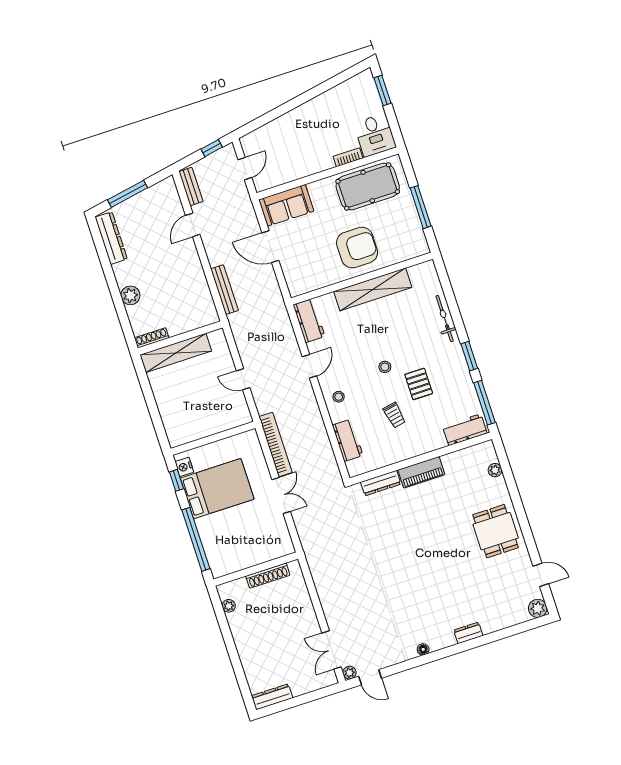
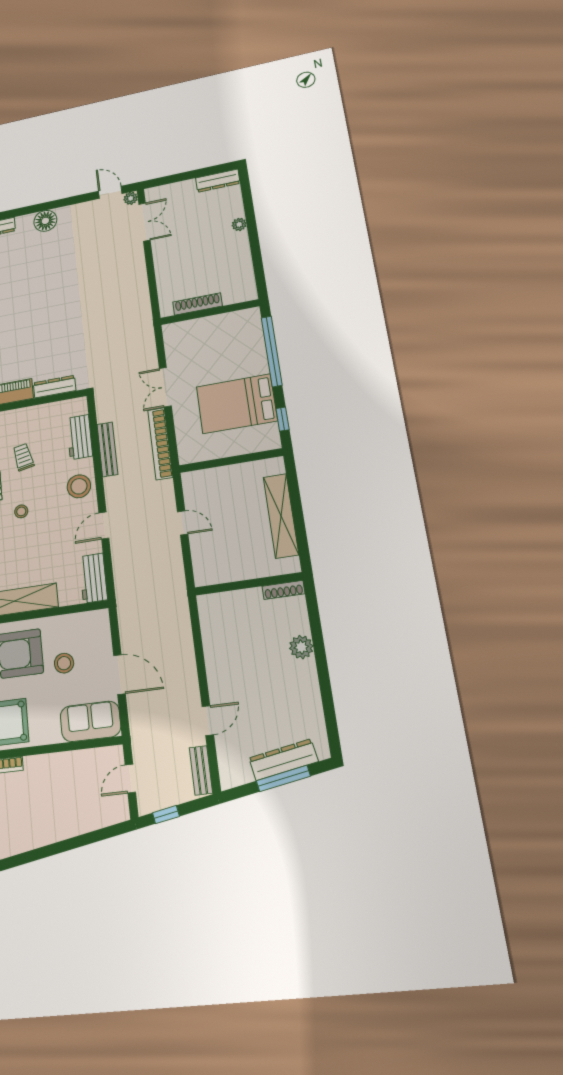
dresser: (111, 238) -> (283, 760), moved, turned 80
stool: (318, 247) -> (64, 663), added
bench: (224, 290) -> (107, 449), moved
shelving: (176, 353) -> (281, 516), moved, turned 90
stool: (339, 397) -> (79, 486), width x1.89, depth x1.89
nightstand: (184, 467) -> (271, 433), removed
plant: (229, 606) -> (239, 224), moved
floor lamp: (423, 649) -> (45, 221), width x1.89, depth x1.89

